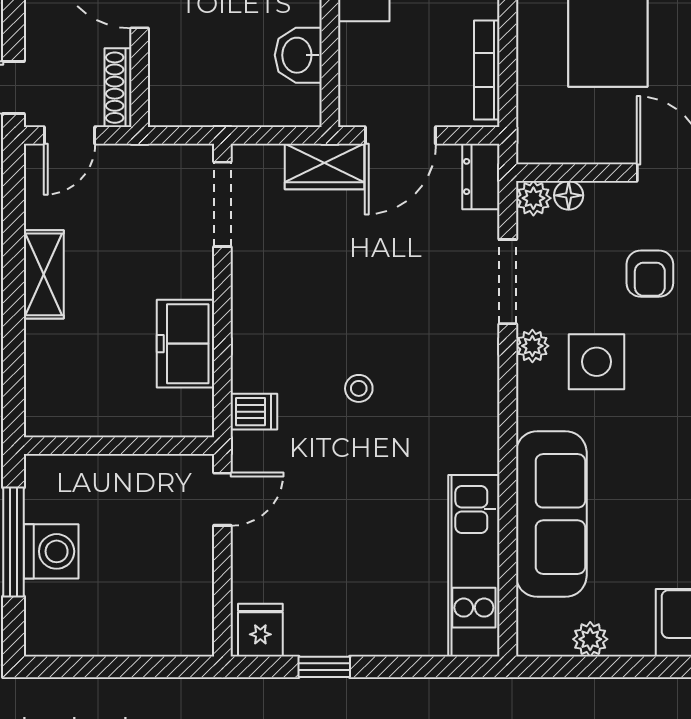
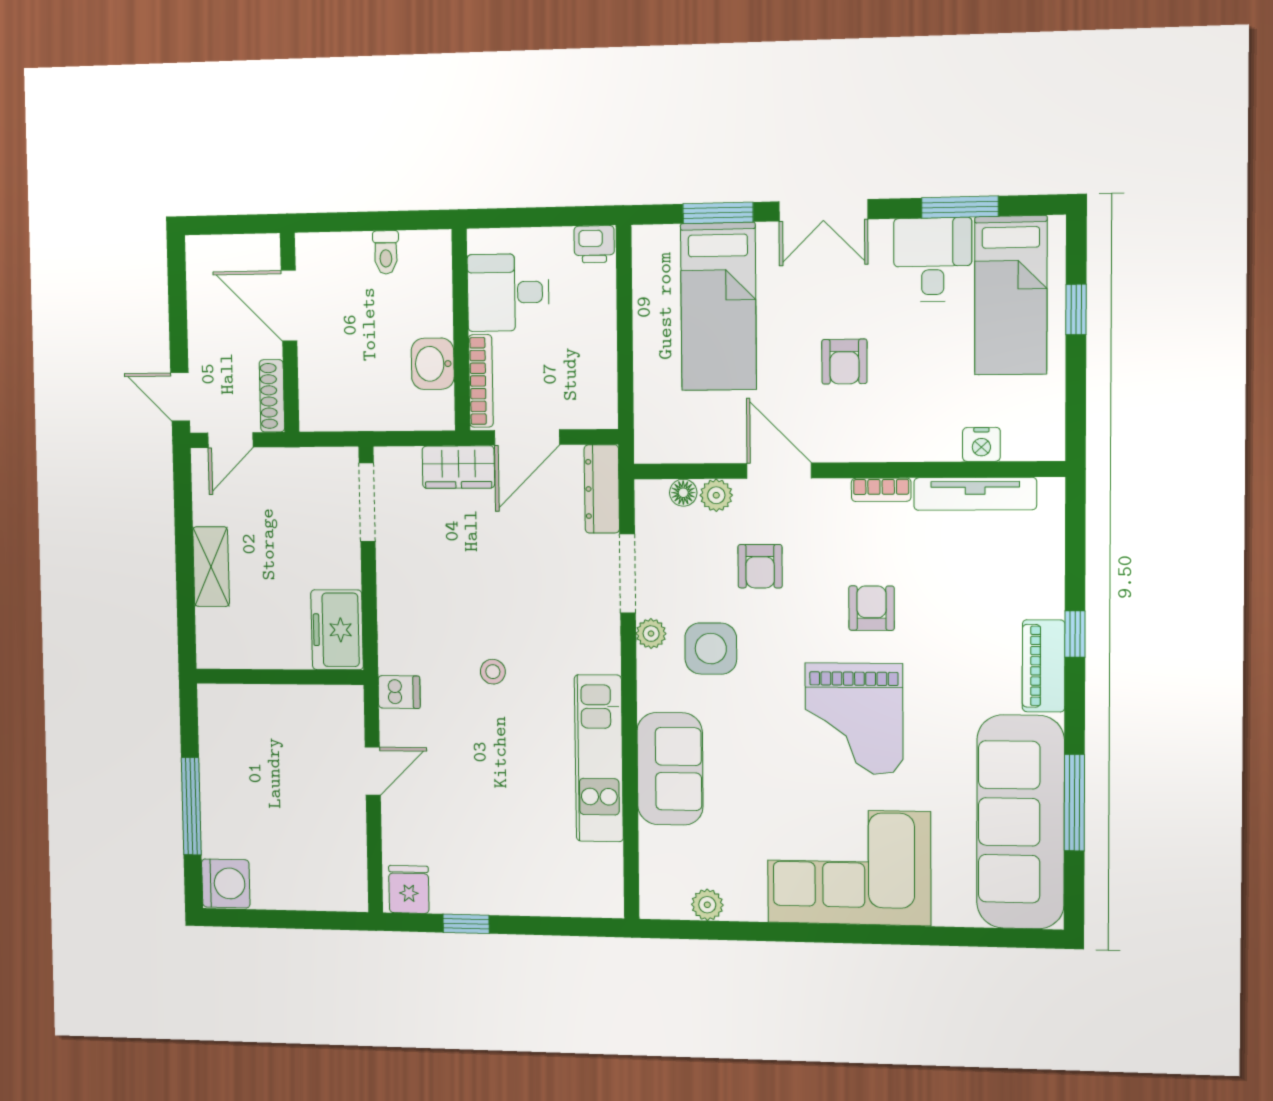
bookcase: (487, 70) -> (481, 381), moved, turned 180
dresser: (481, 176) -> (602, 489), width x1.44
plant: (533, 198) -> (716, 495), moved
wall: (119, 446) -> (280, 677), moved
sofa: (551, 514) -> (670, 769), width x0.73
washing machine: (51, 551) -> (226, 883), moved
kitchen unit: (474, 566) -> (599, 758), moved

